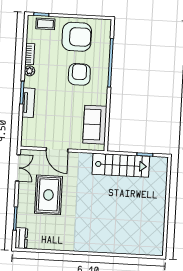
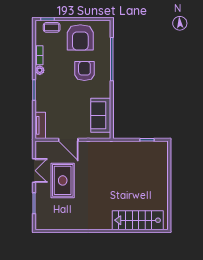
armchair: (77, 37) -> (80, 37), turned 90
tv unit: (28, 103) -> (40, 125), moved
stairs: (121, 165) -> (138, 220), moved, turned 180
double door: (18, 168) -> (34, 171), moved
dresser: (21, 238) -> (40, 220), removed

